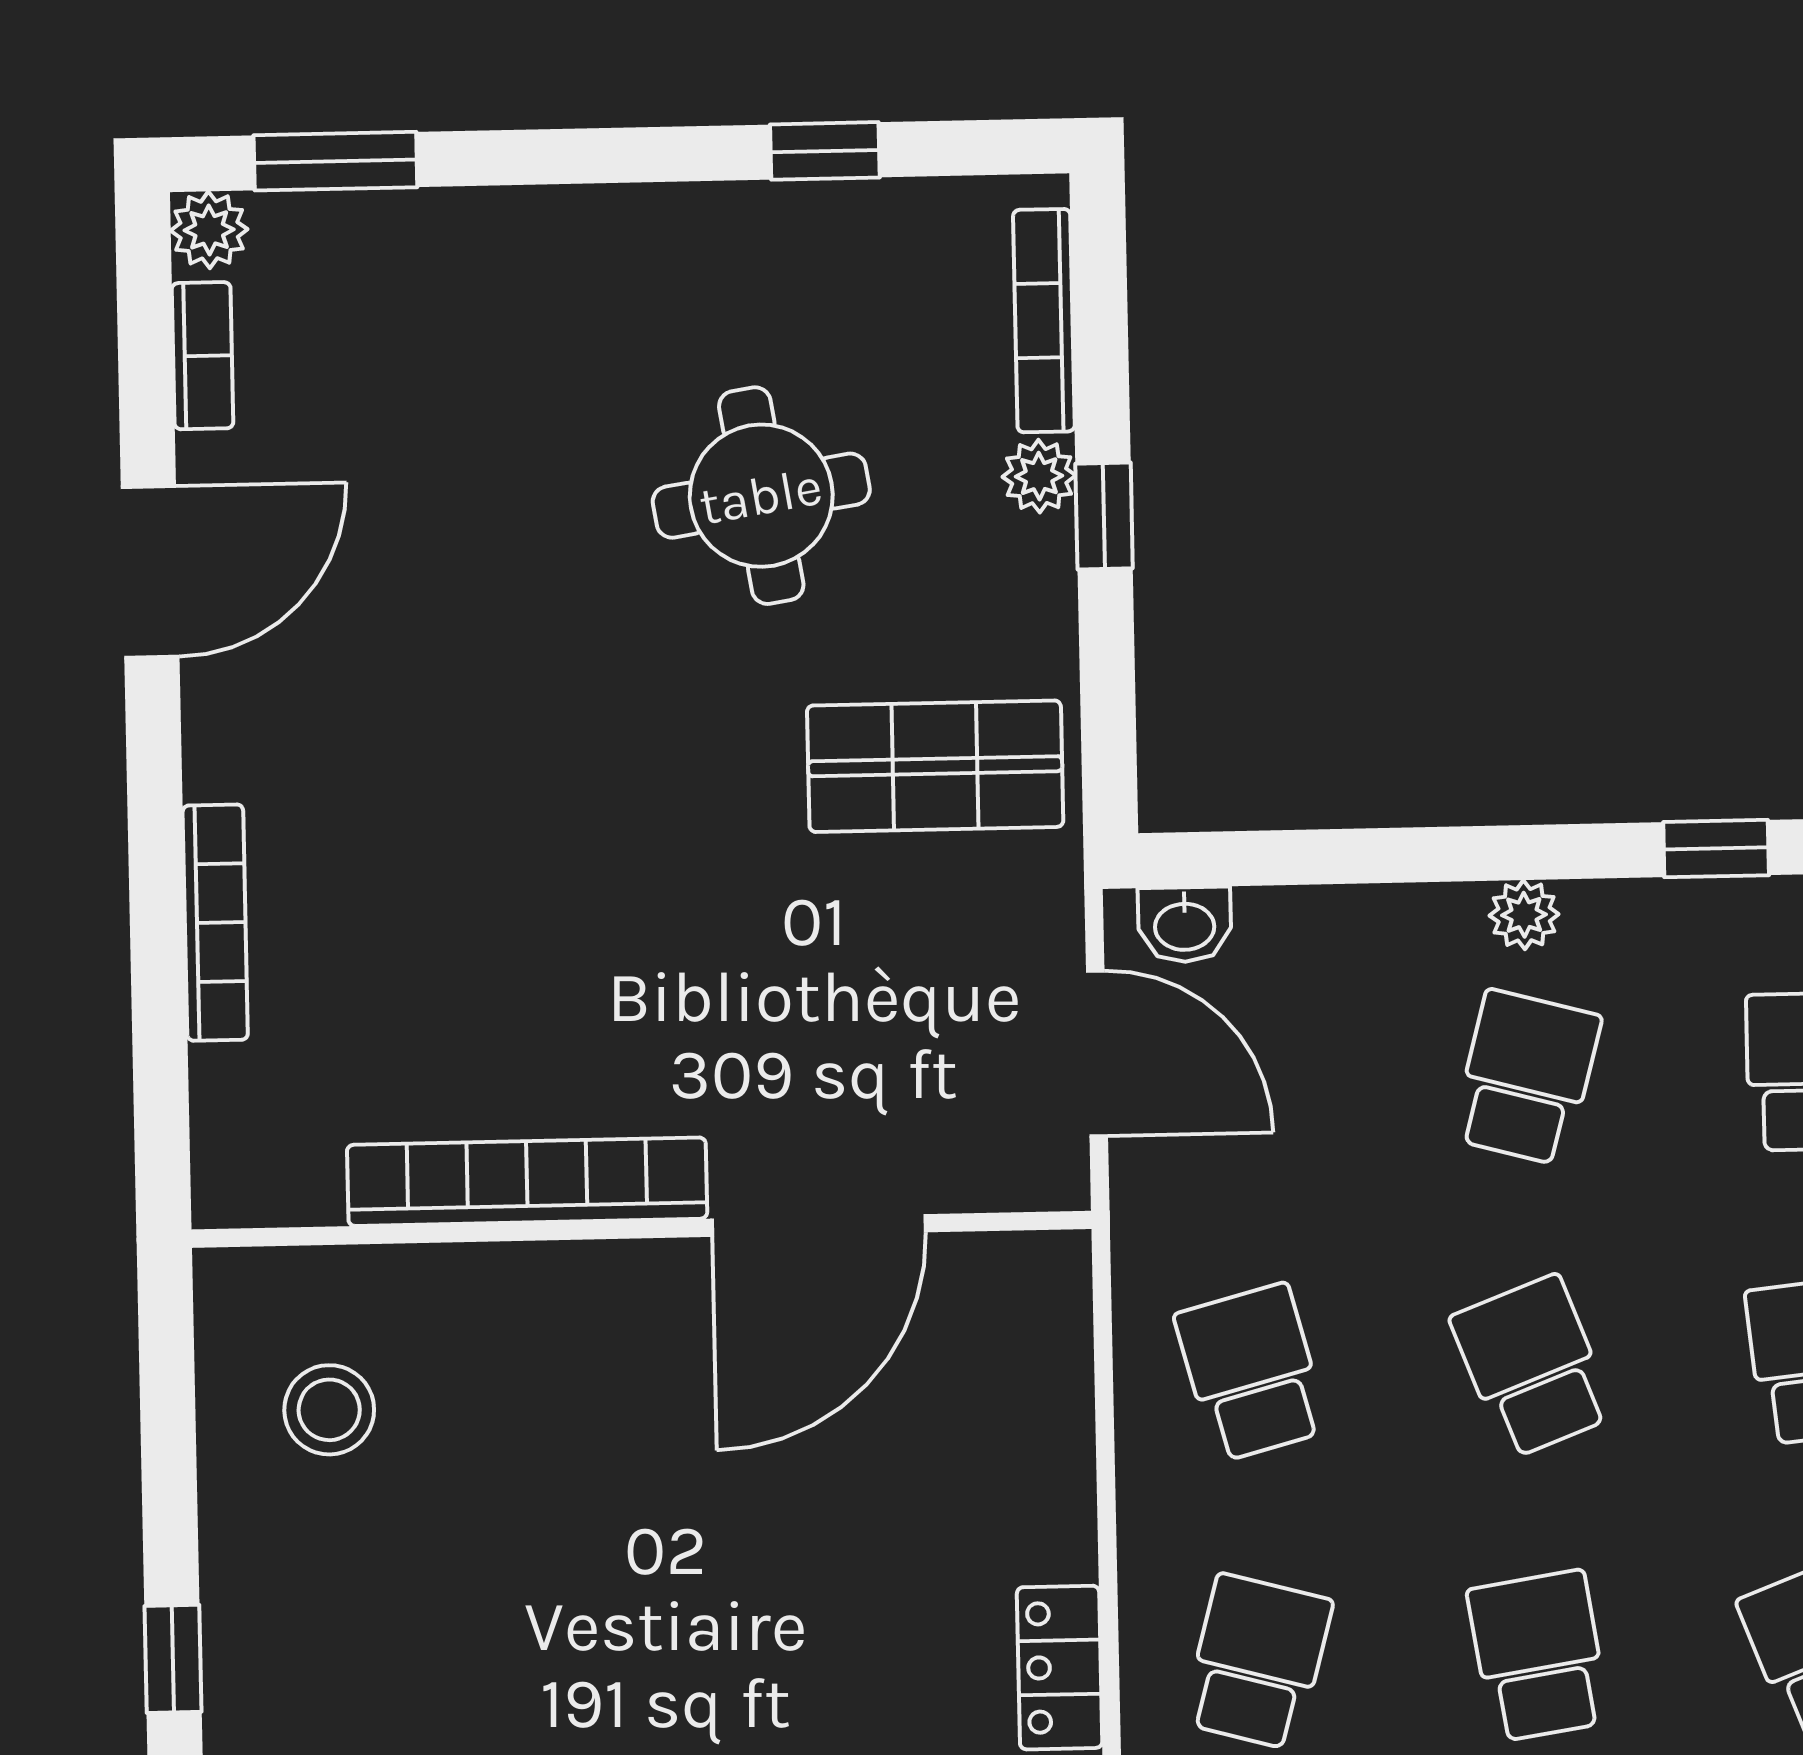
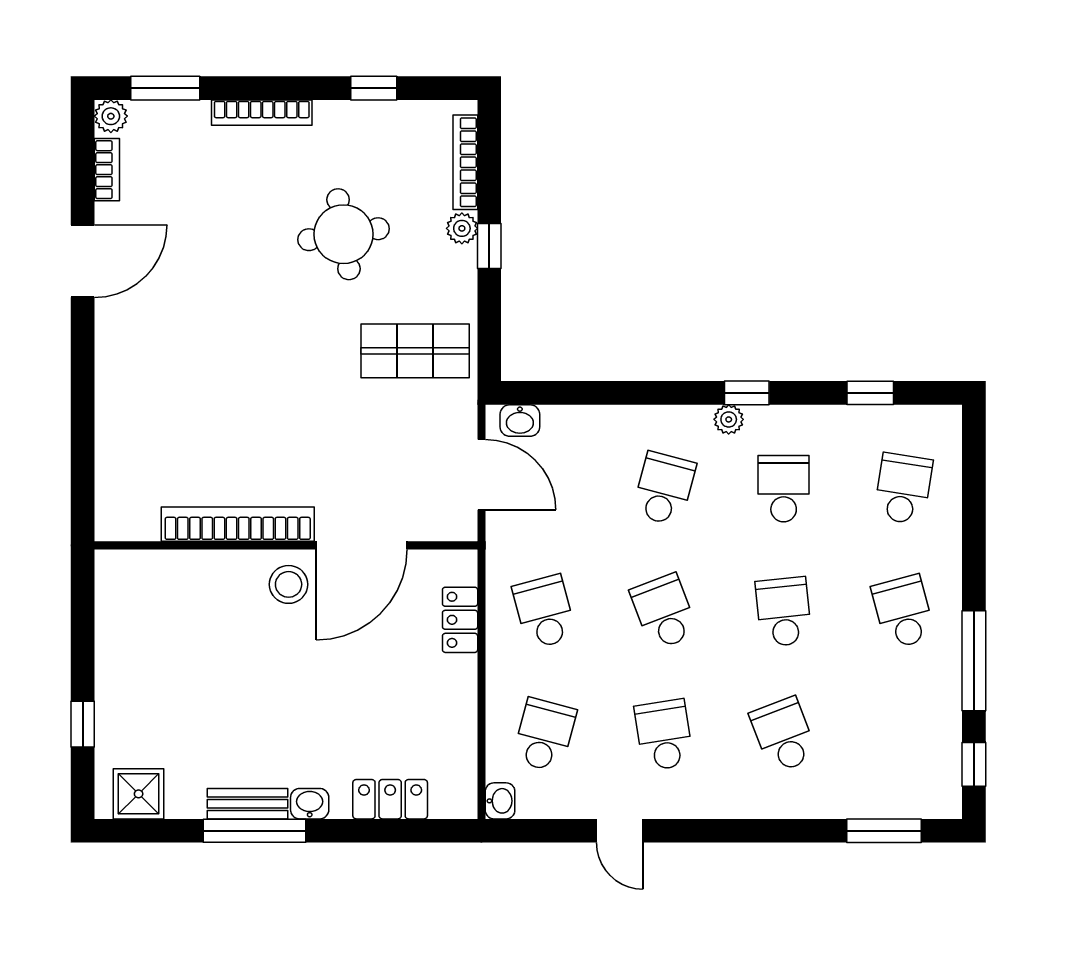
plant: (1524, 915) -> (729, 419), moved
bookcase: (215, 923) -> (262, 113), moved, turned 90
stool: (329, 1410) -> (289, 584), moved
locker: (1060, 1668) -> (460, 620), moved

